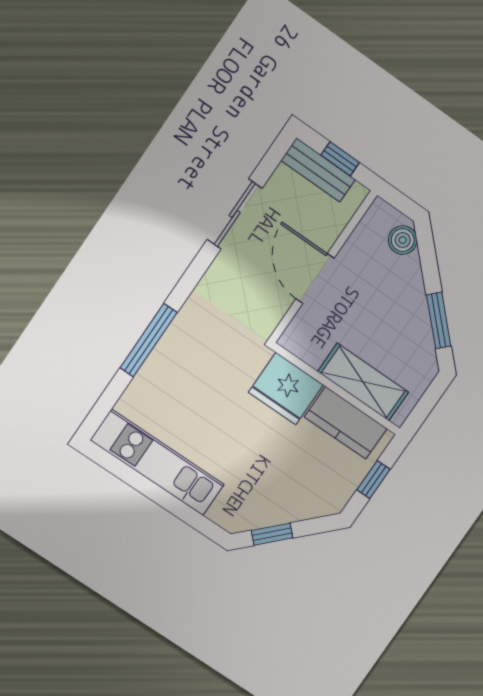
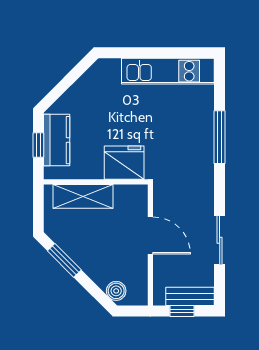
kitchen counter: (346, 423) -> (57, 140), moved, turned 90
window: (272, 534) -> (75, 74), removed

